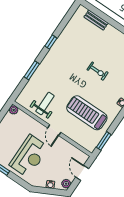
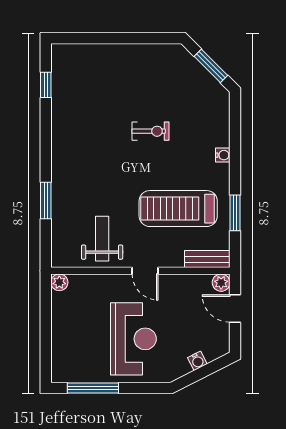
bench: (96, 20) -> (207, 259), moved
window: (51, 42) -> (46, 85), moved
window: (104, 141) -> (235, 213), moved
plant: (66, 184) -> (221, 283), moved

